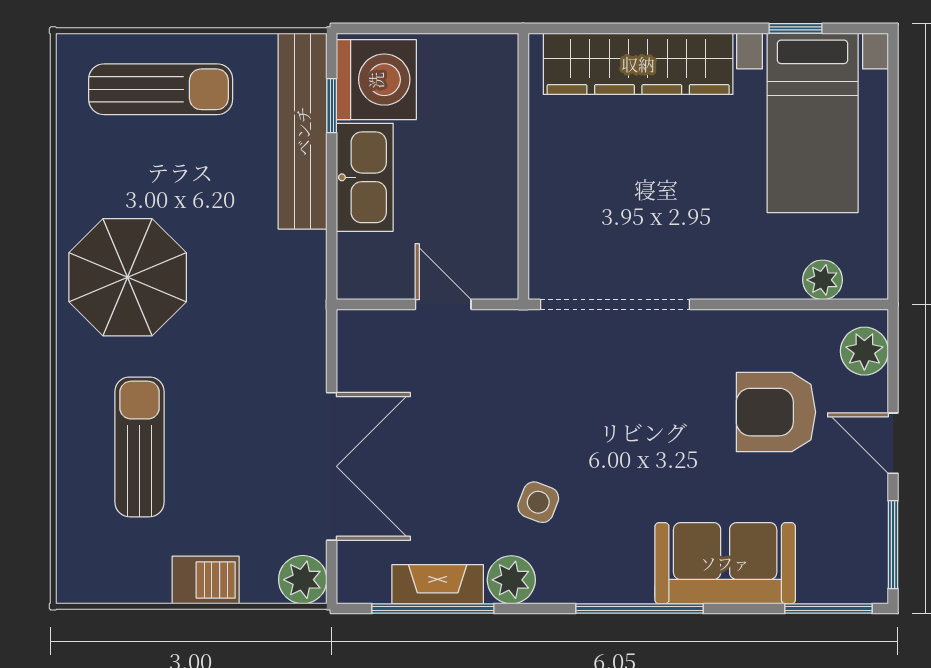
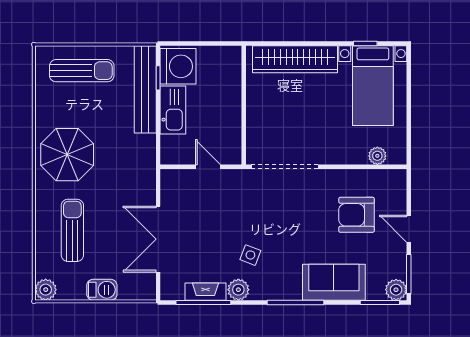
plant: (864, 351) -> (396, 290), moved
double door: (332, 466) -> (158, 239), swing flipped
plant: (303, 580) -> (46, 290), moved

